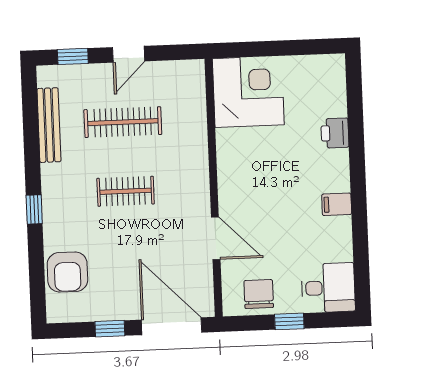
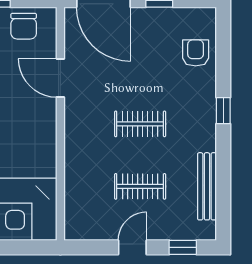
clothes rail: (123, 122) -> (140, 186), width x0.73
armchair: (67, 272) -> (196, 53), width x0.72, depth x0.72

